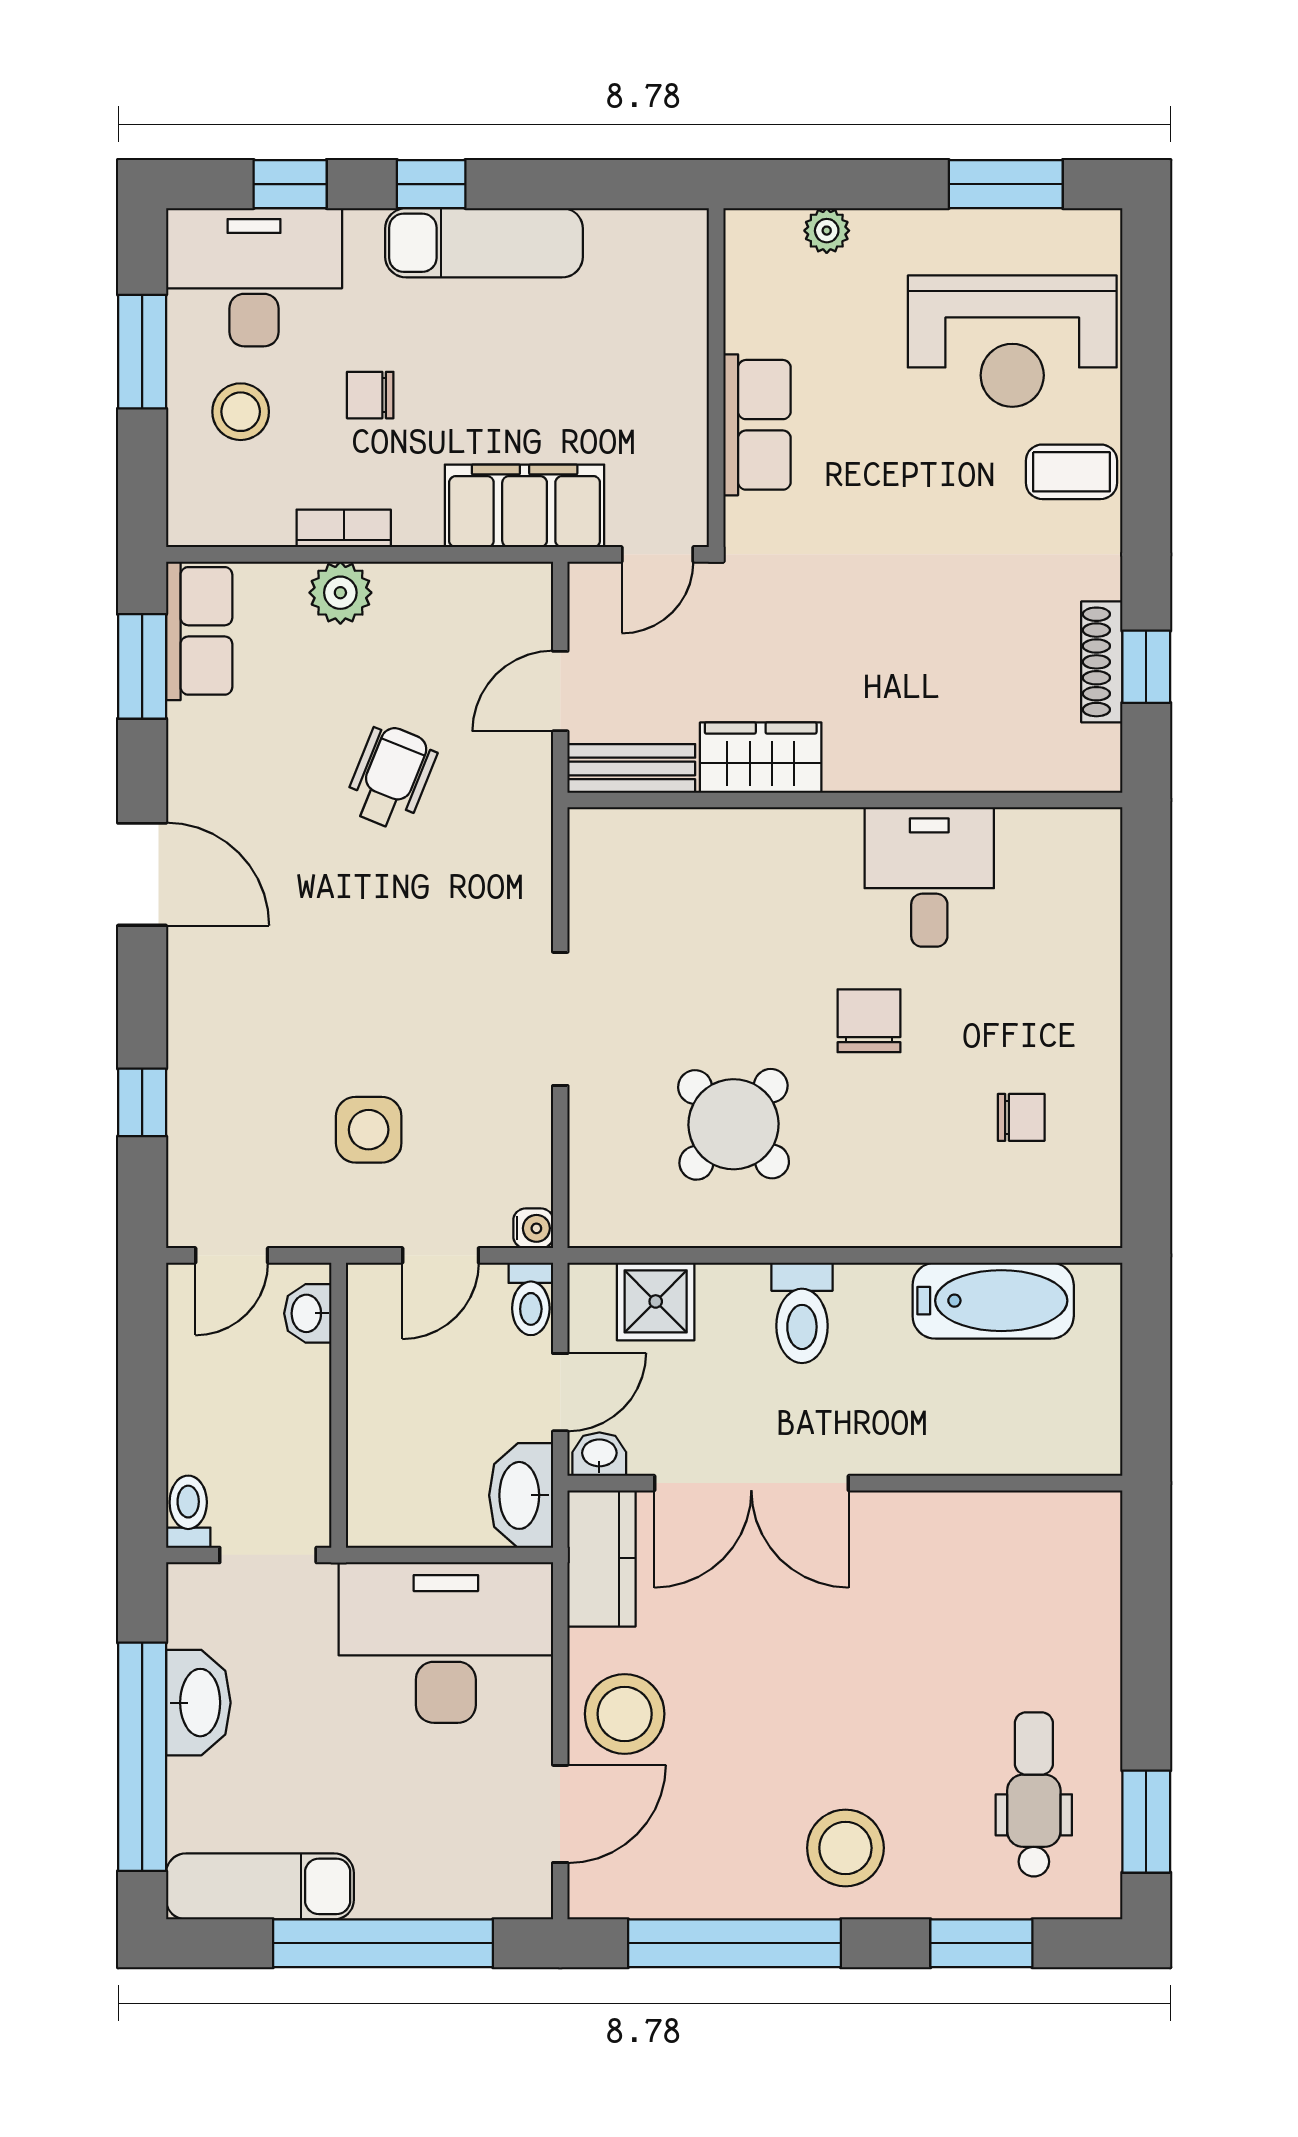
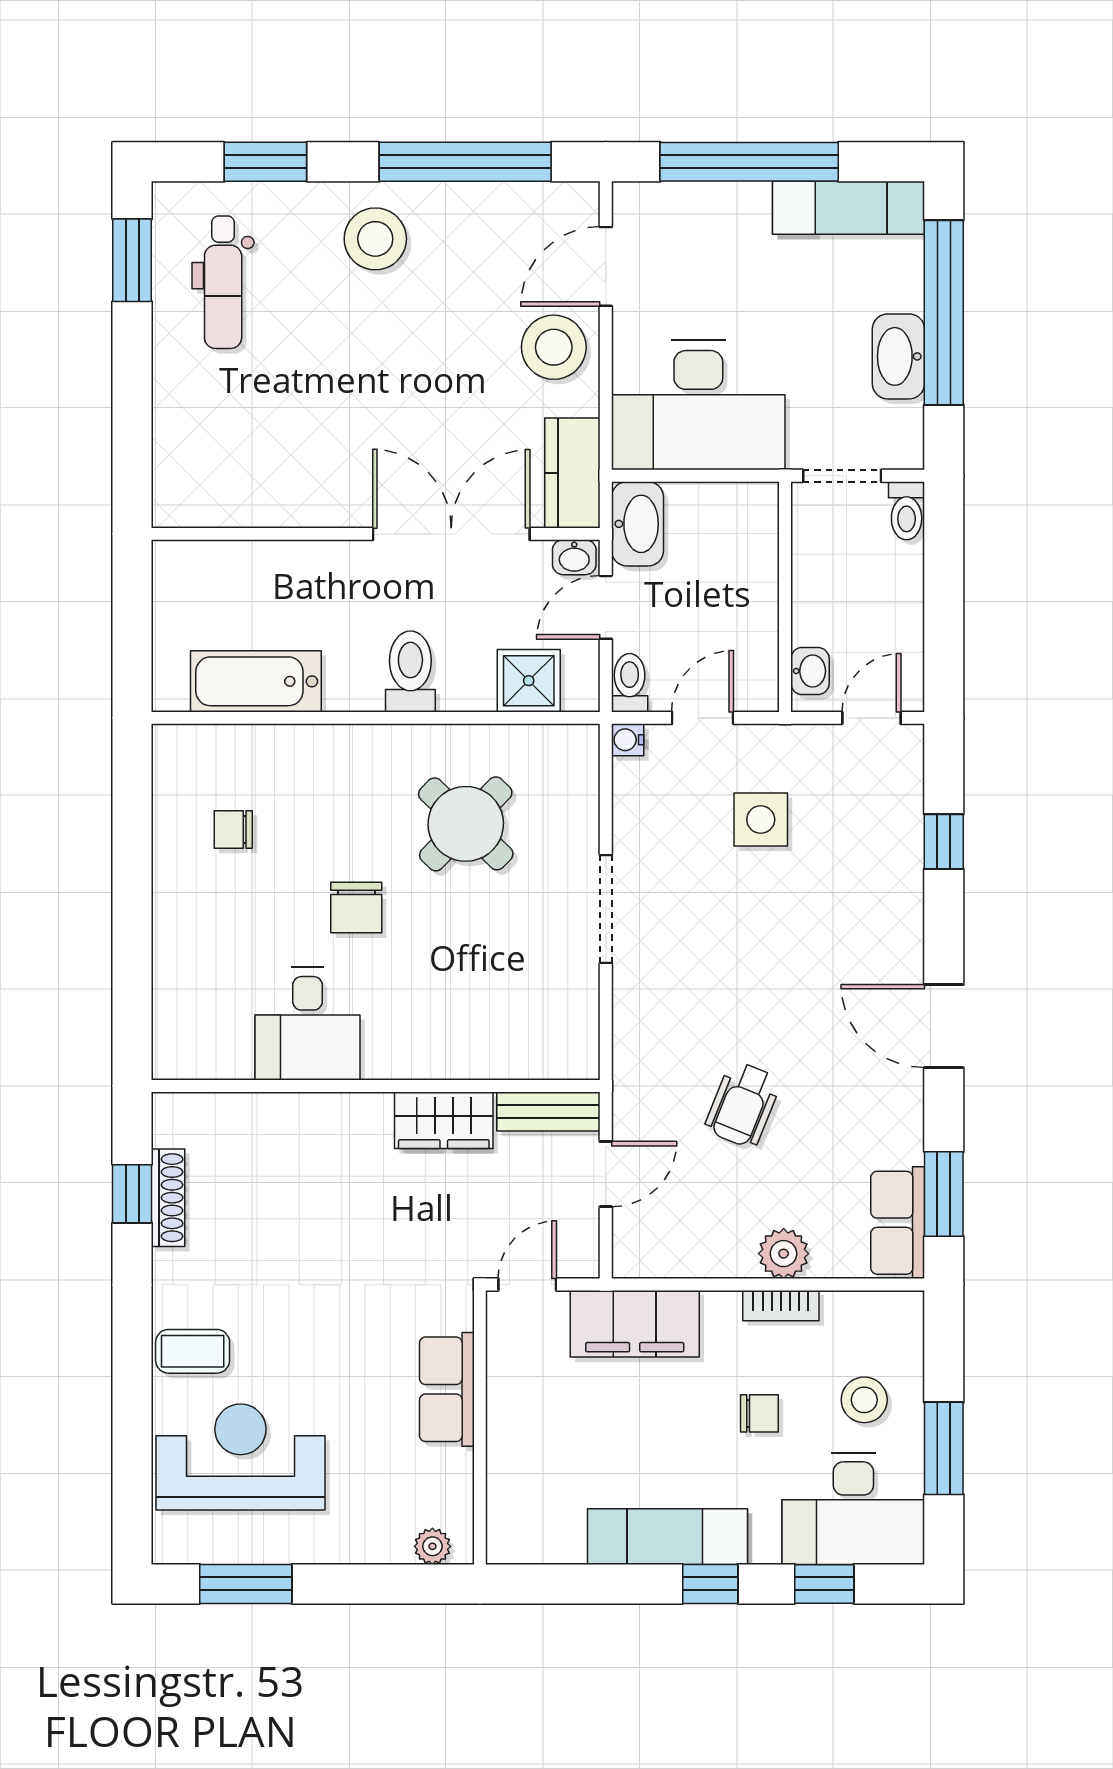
plant: (827, 231) -> (432, 1546), moved

